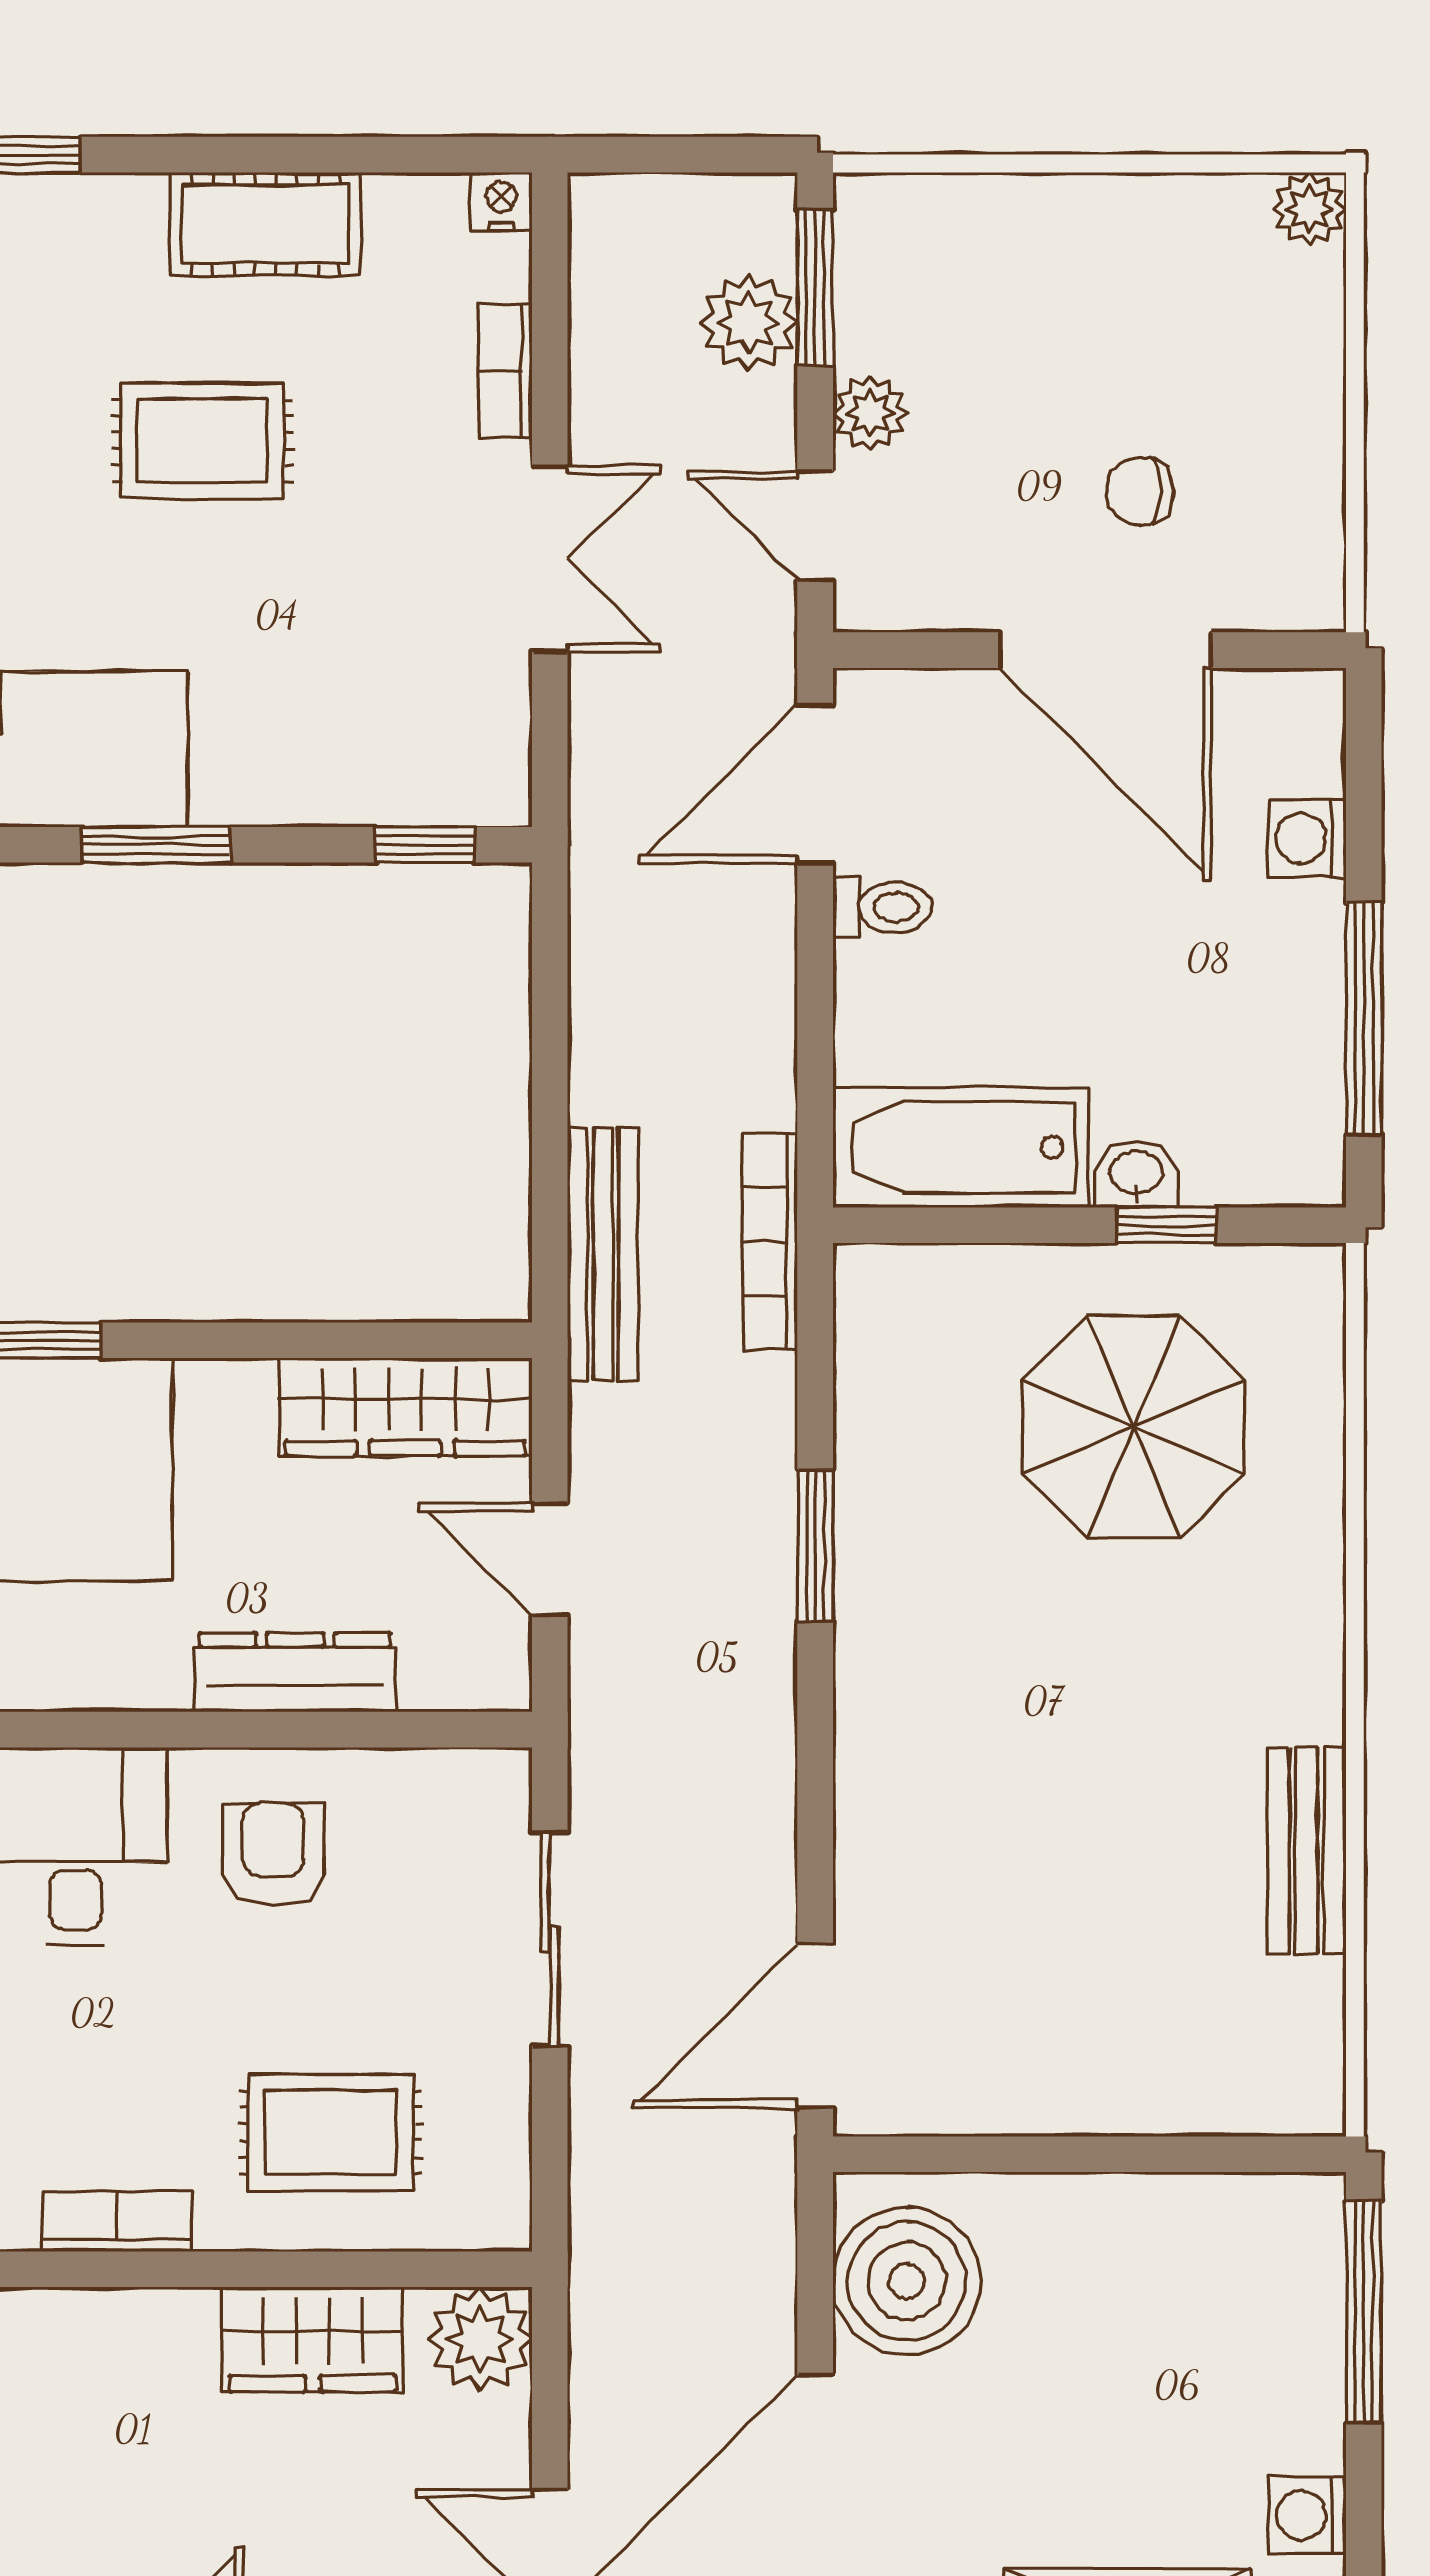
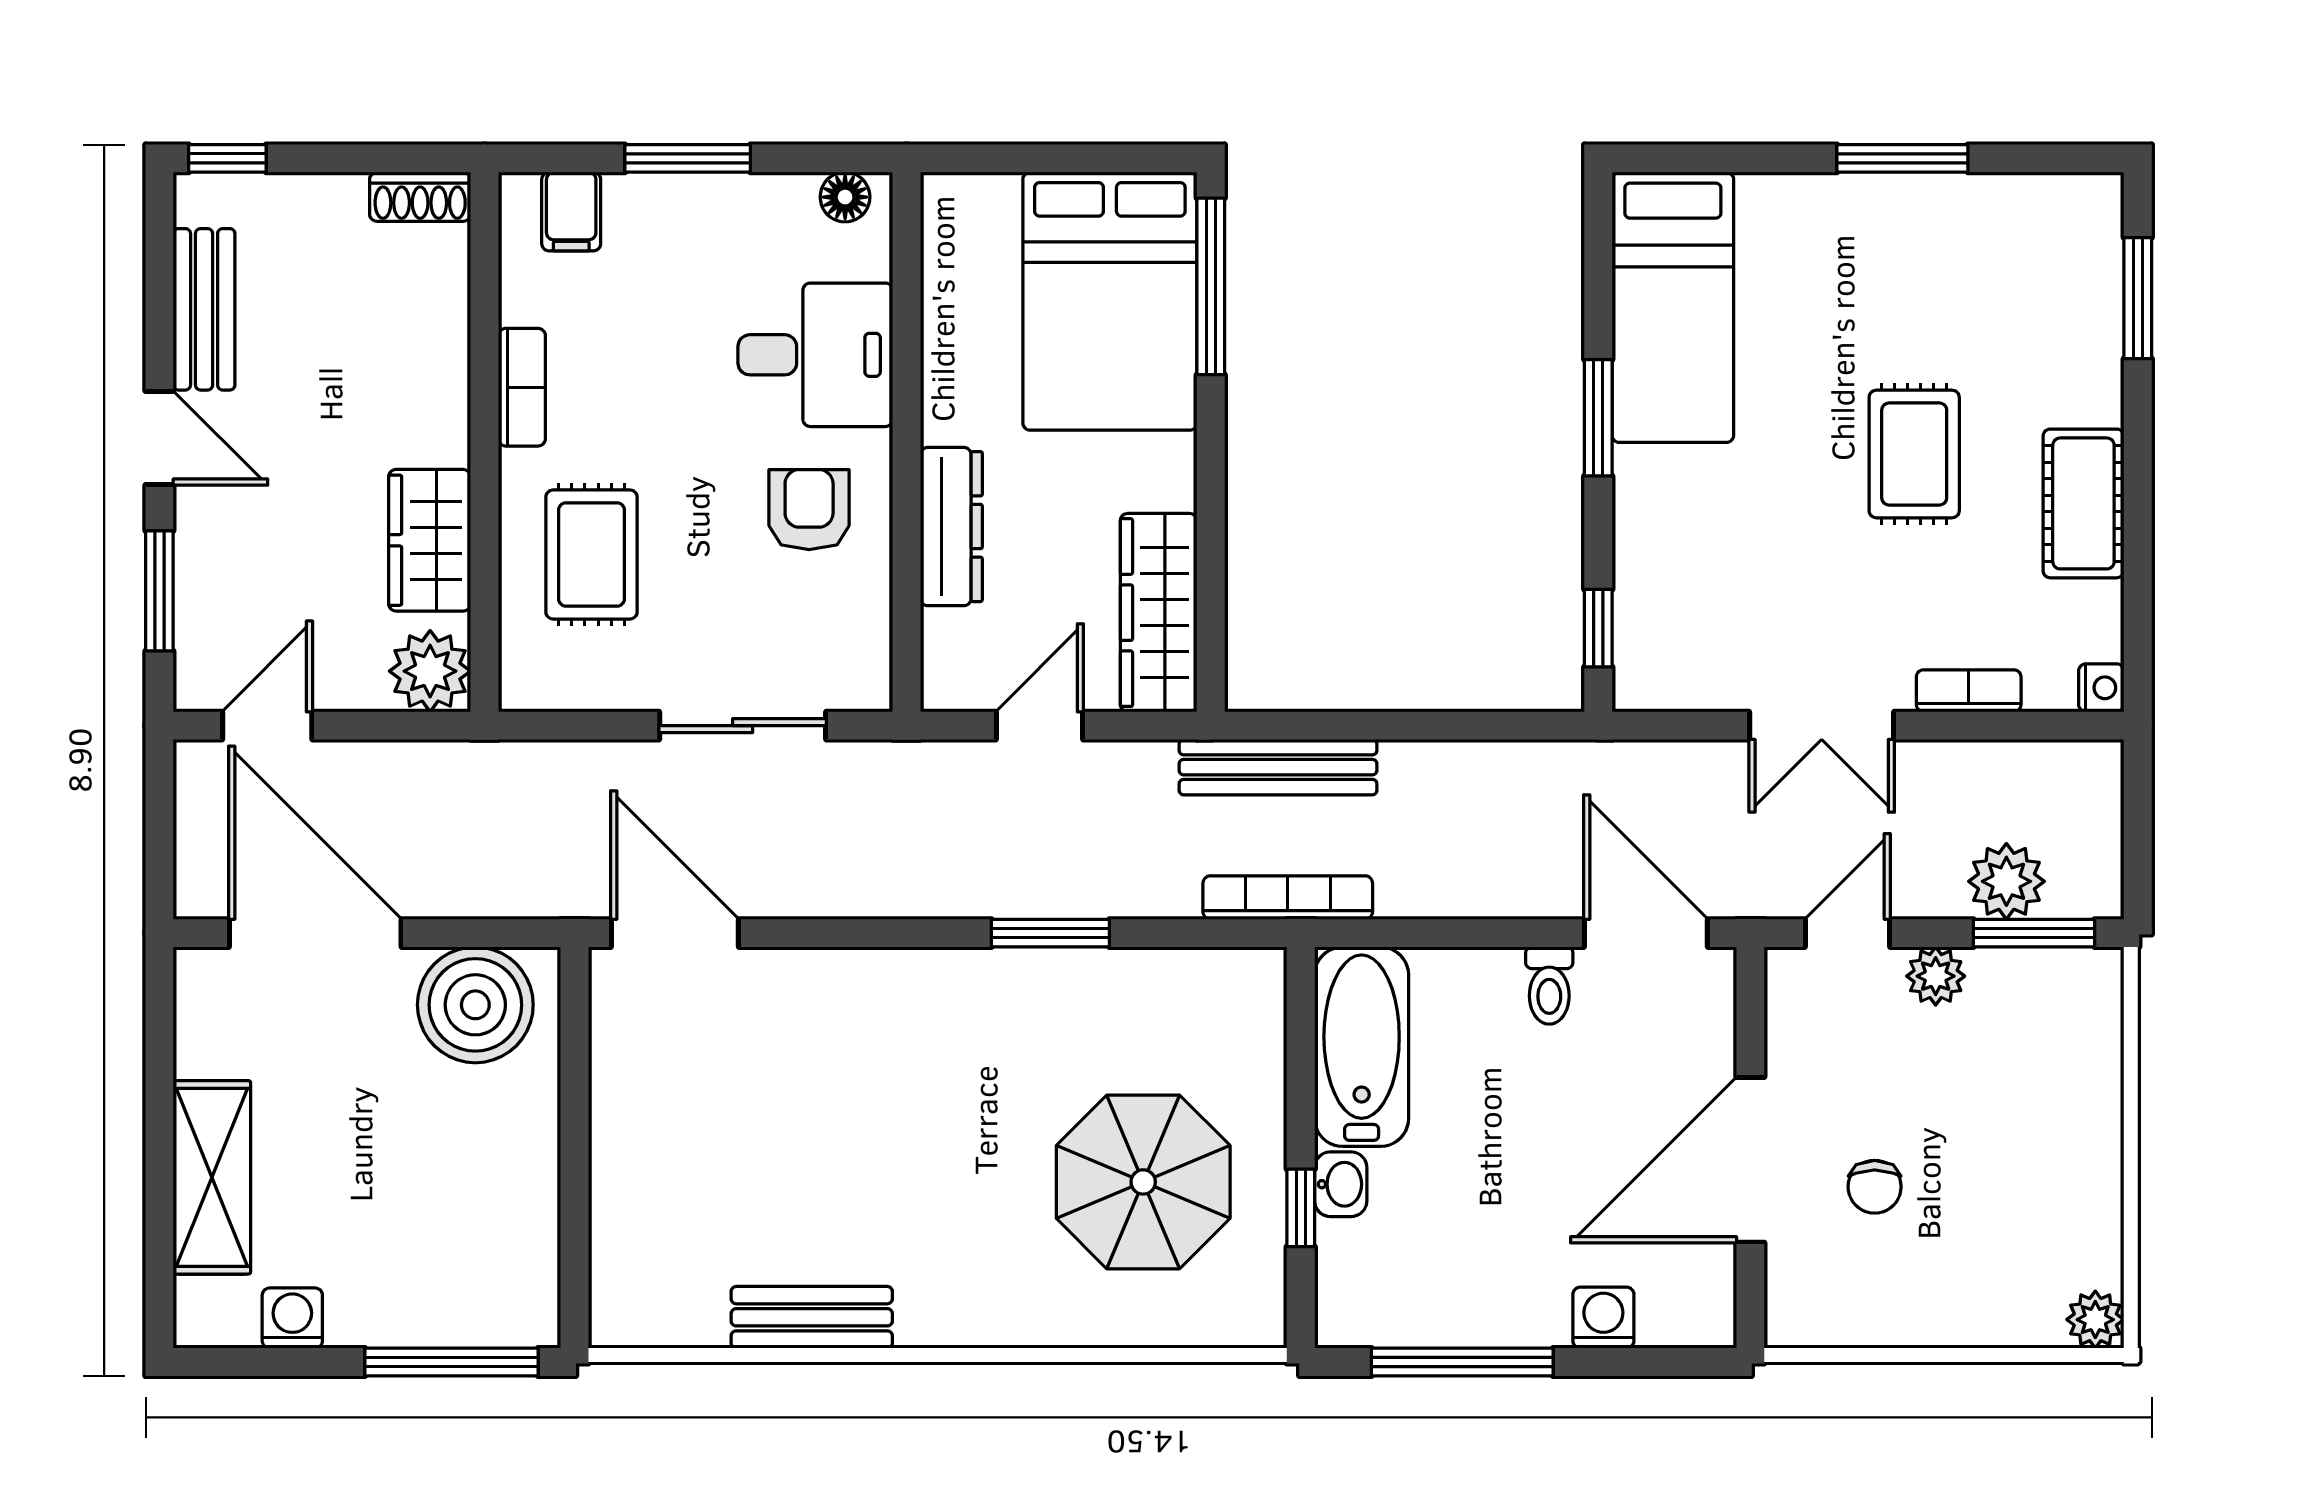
chair: (1140, 491) -> (1875, 1187), turned 180
armchair: (273, 1854) -> (809, 510), turned -90

